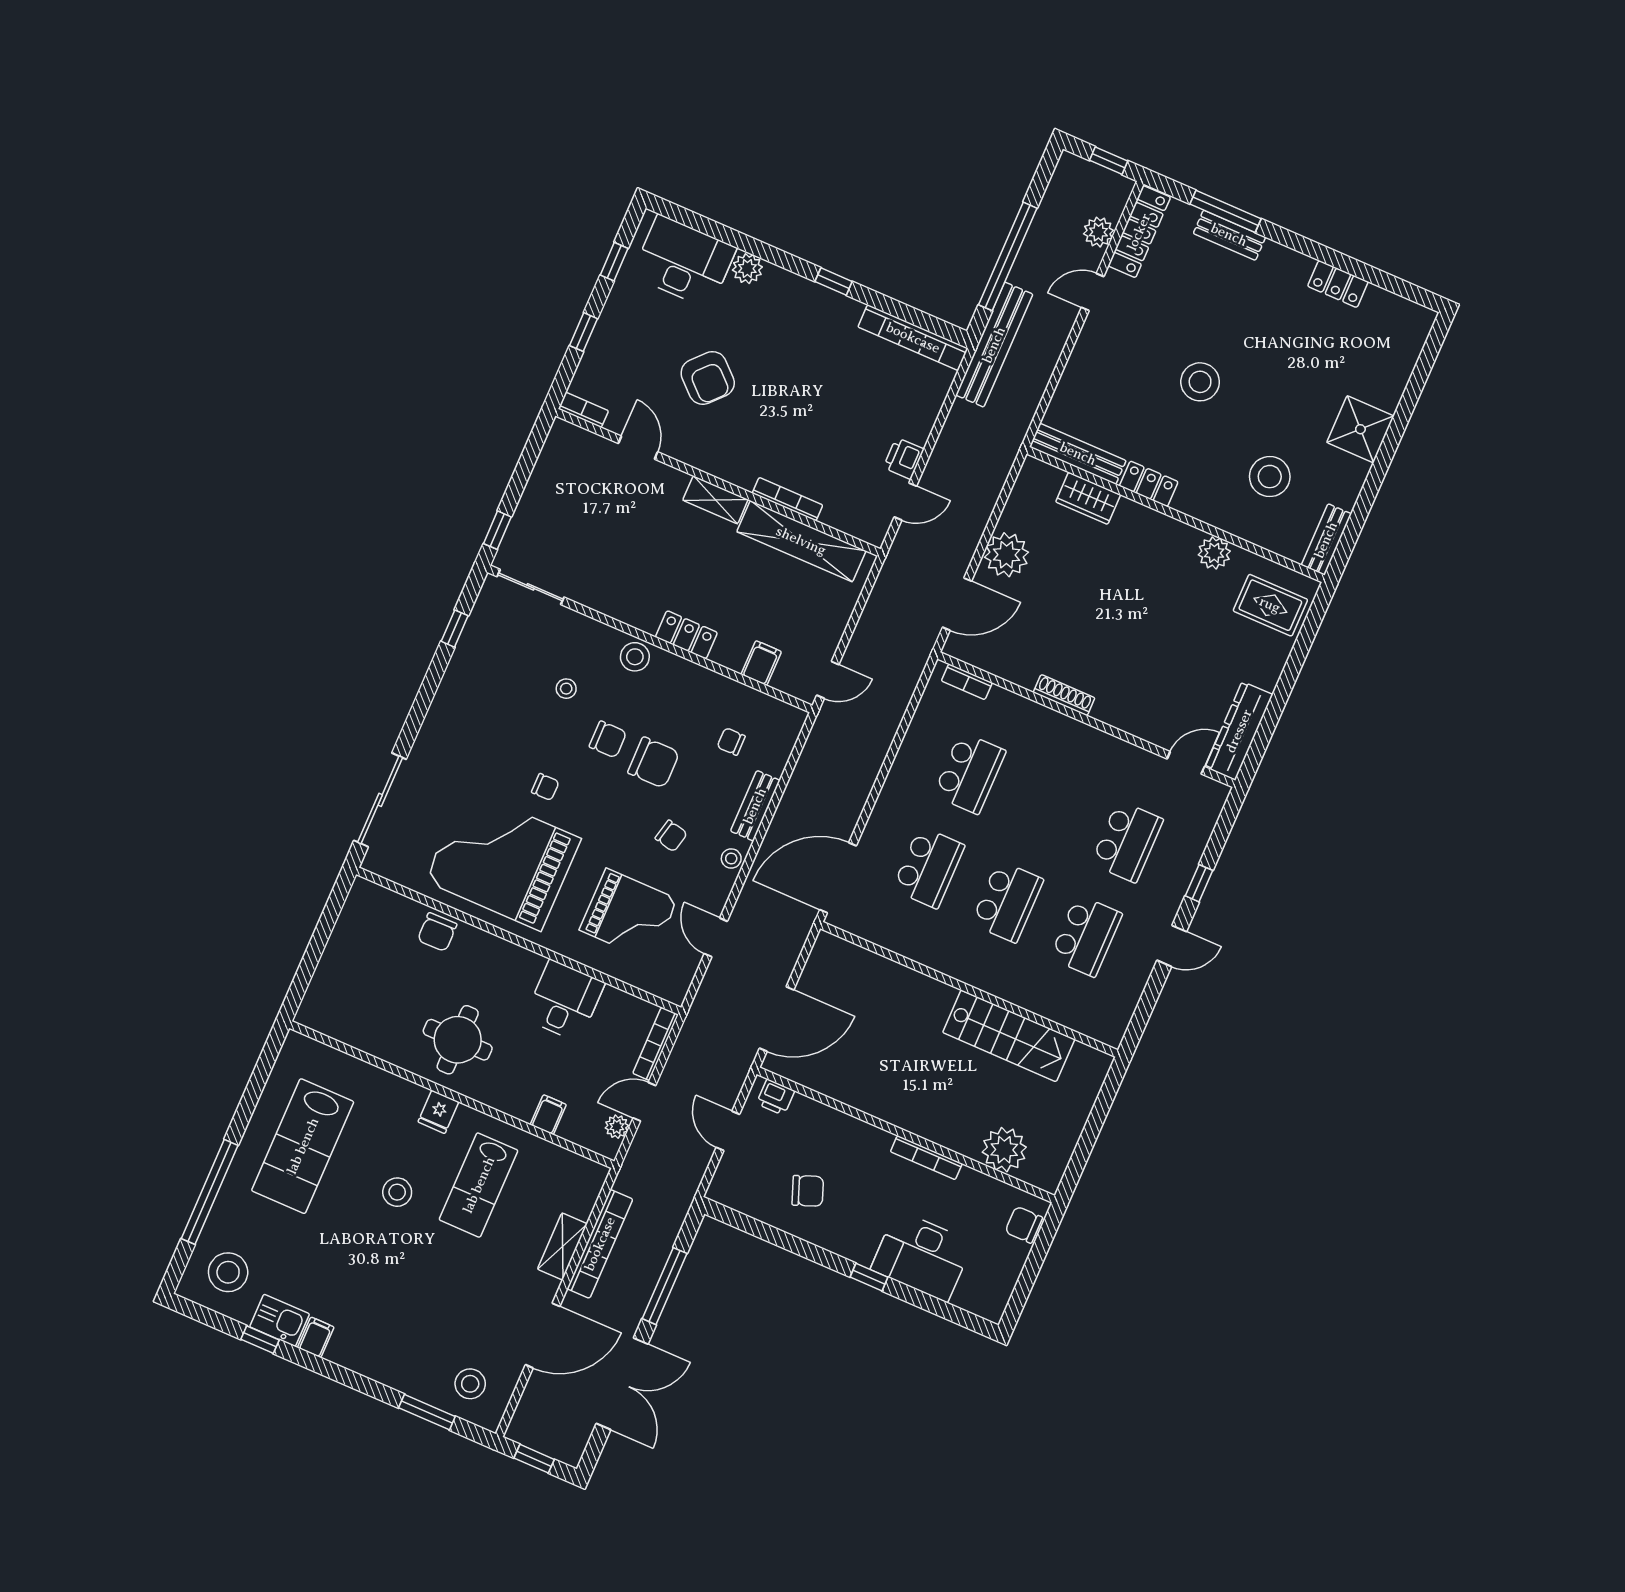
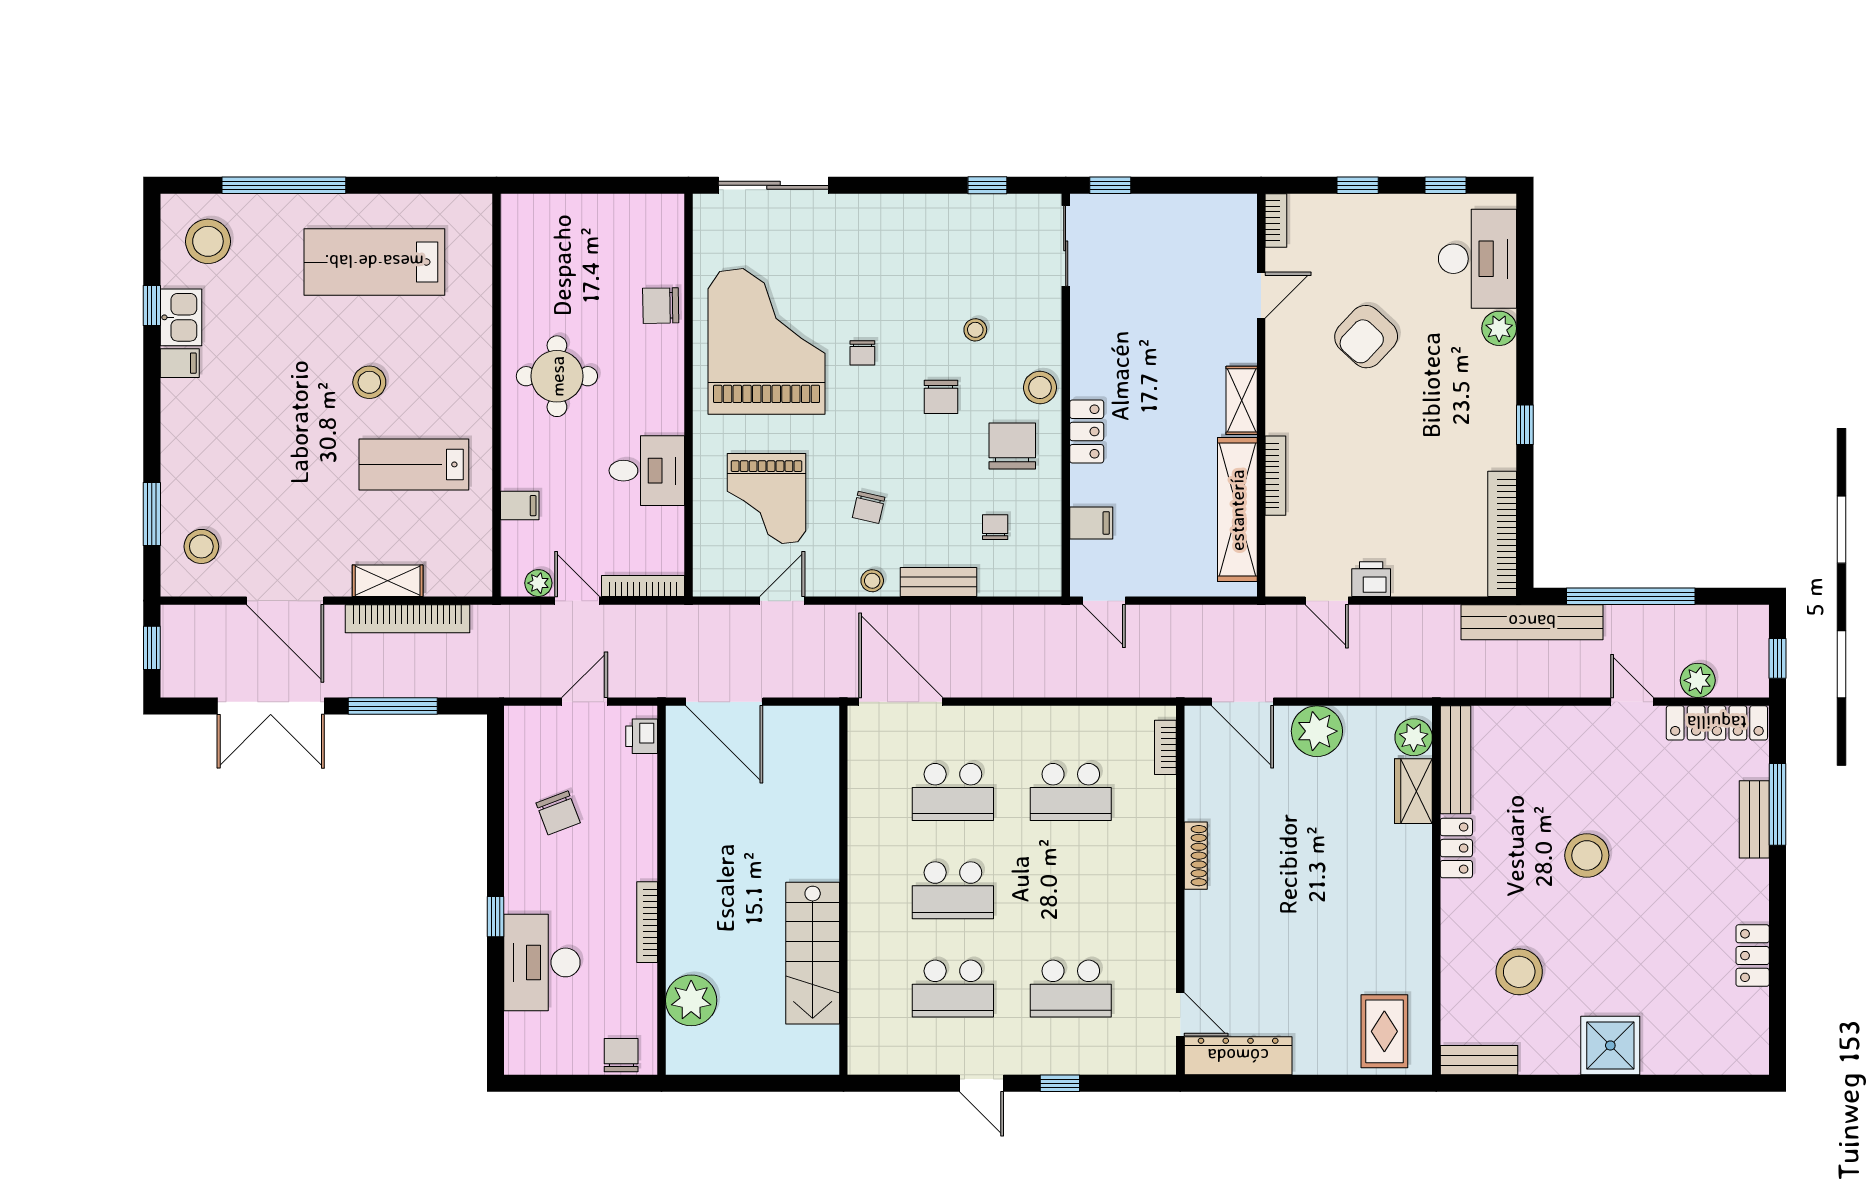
plant: (1214, 553) -> (1414, 737), moved
chair: (654, 763) -> (1012, 446), moved, turned 180
fridge: (438, 1112) -> (472, 389), removed

